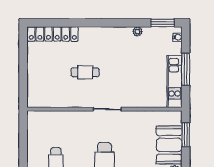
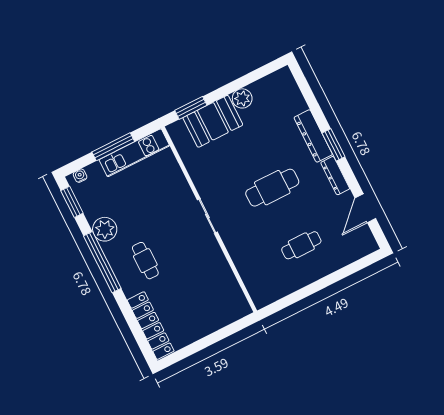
window: (112, 23) -> (102, 262), added
plant: (137, 31) -> (105, 229), width x1.88, depth x1.88
cafe table: (85, 72) -> (145, 261), moved

